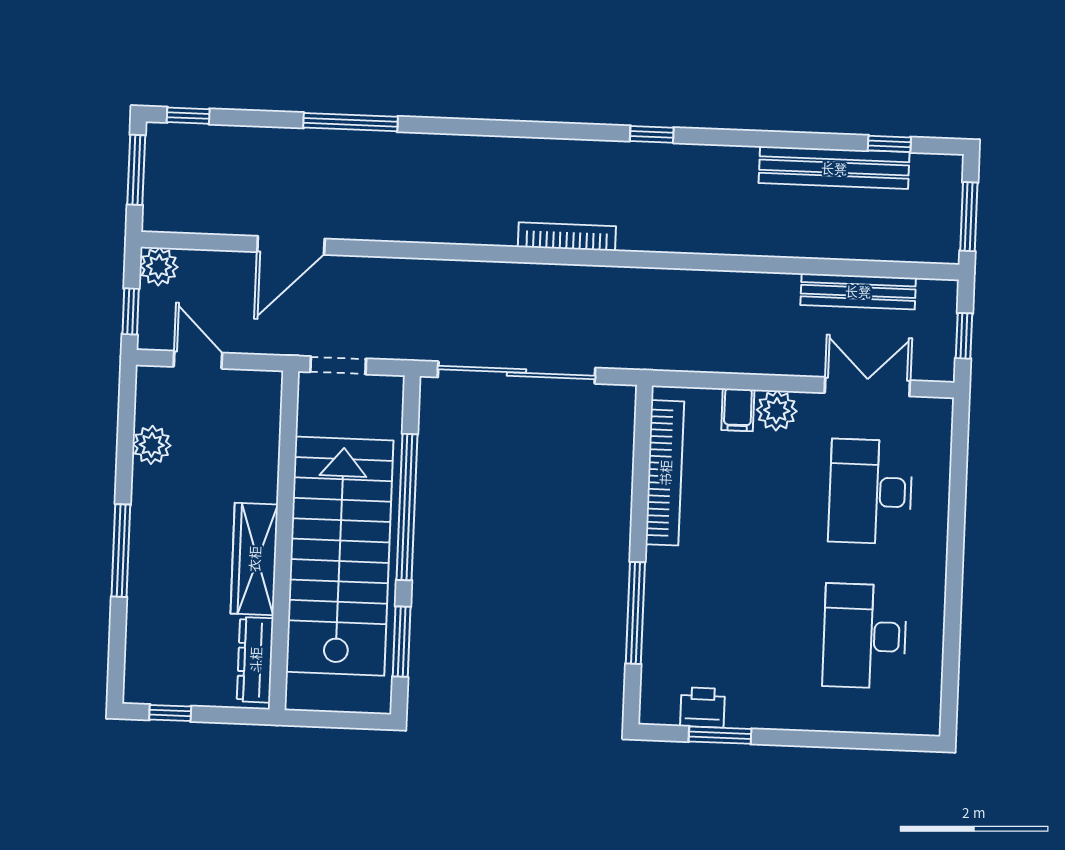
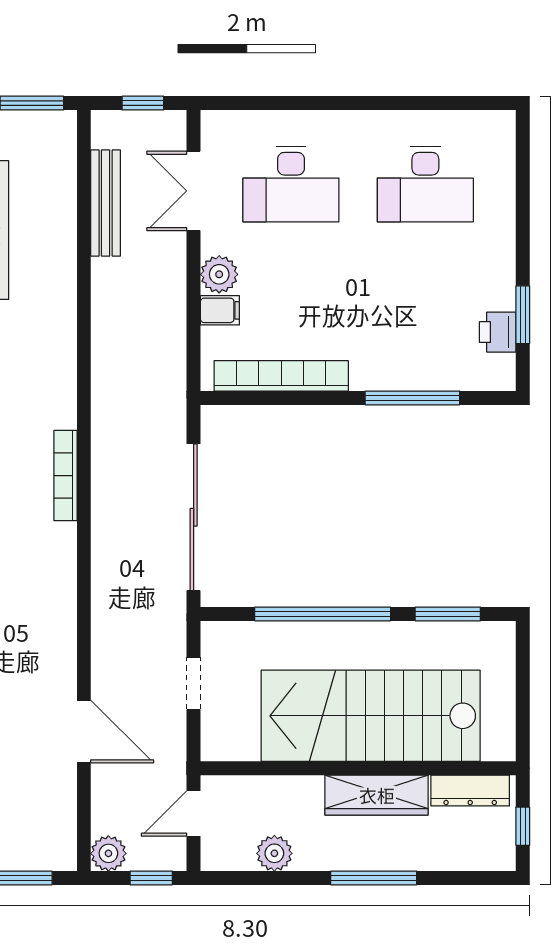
wall: (284, 540) -> (358, 768), moved
stairs: (340, 556) -> (371, 716), moved
wardrobe: (254, 559) -> (377, 795), moved
dresser: (255, 660) -> (470, 790), moved

